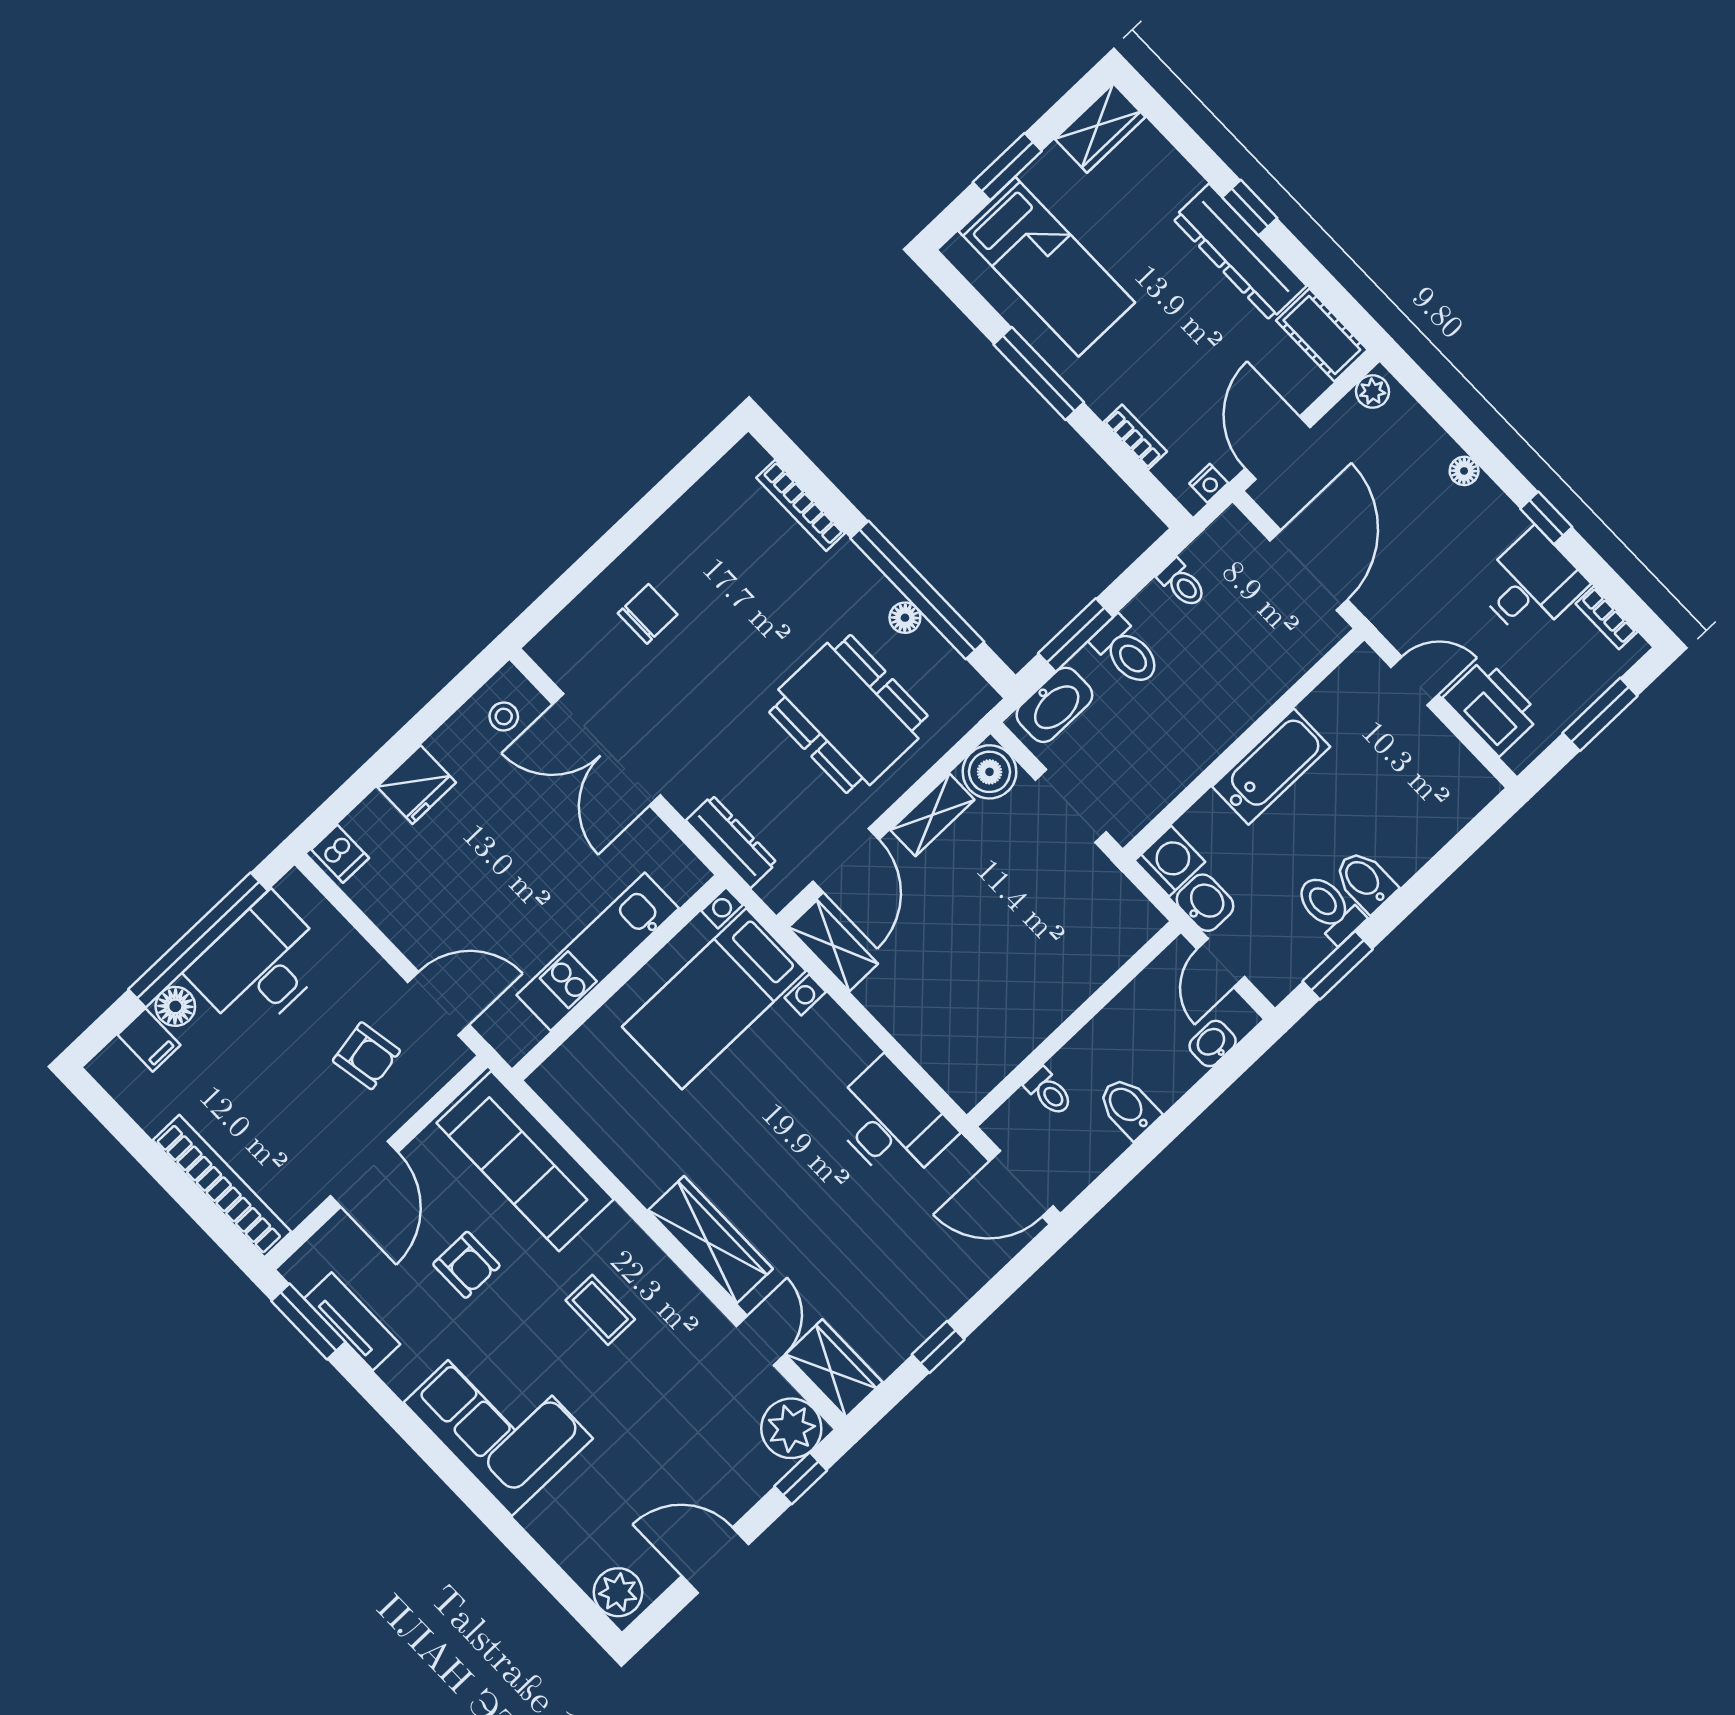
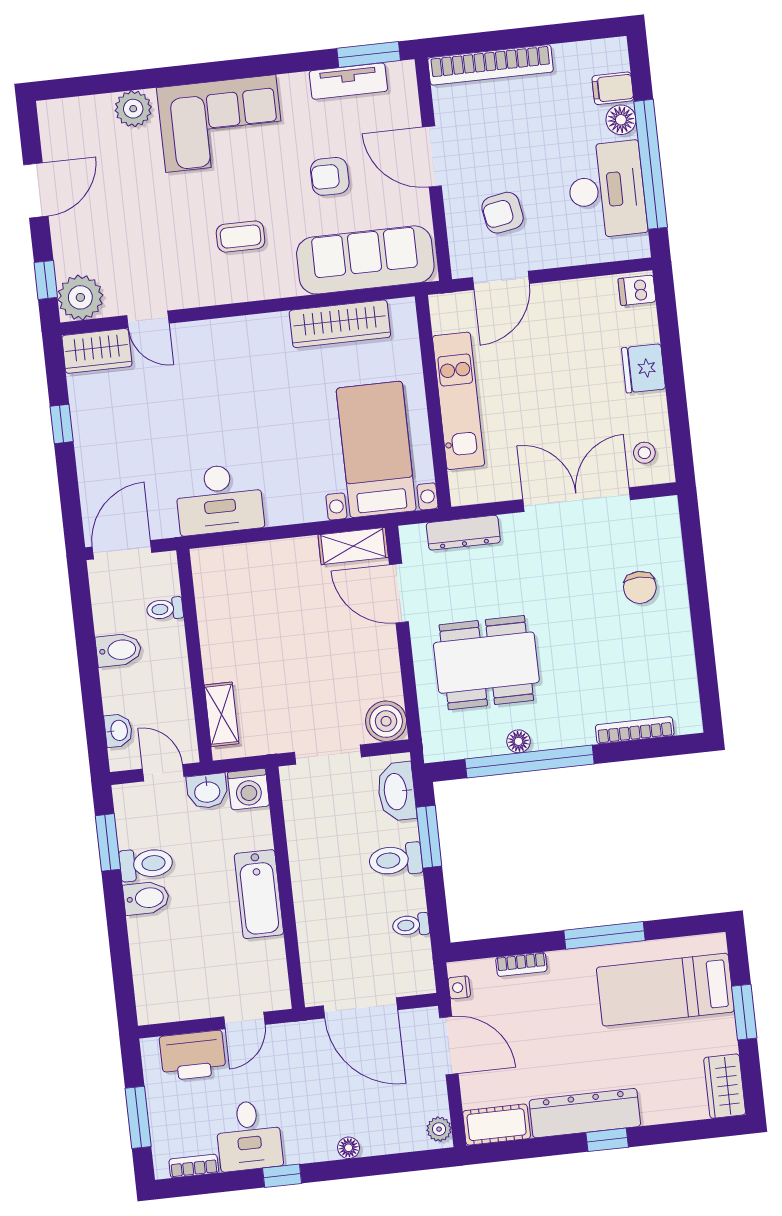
shelving: (932, 815) -> (222, 714), moved
wardrobe: (710, 1240) -> (340, 324), moved
plant: (618, 1592) -> (133, 109), moved

